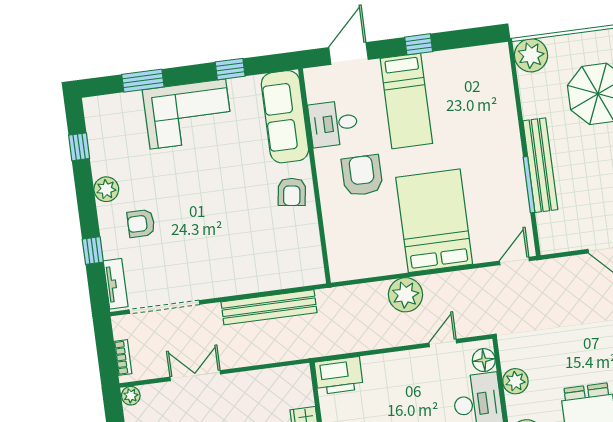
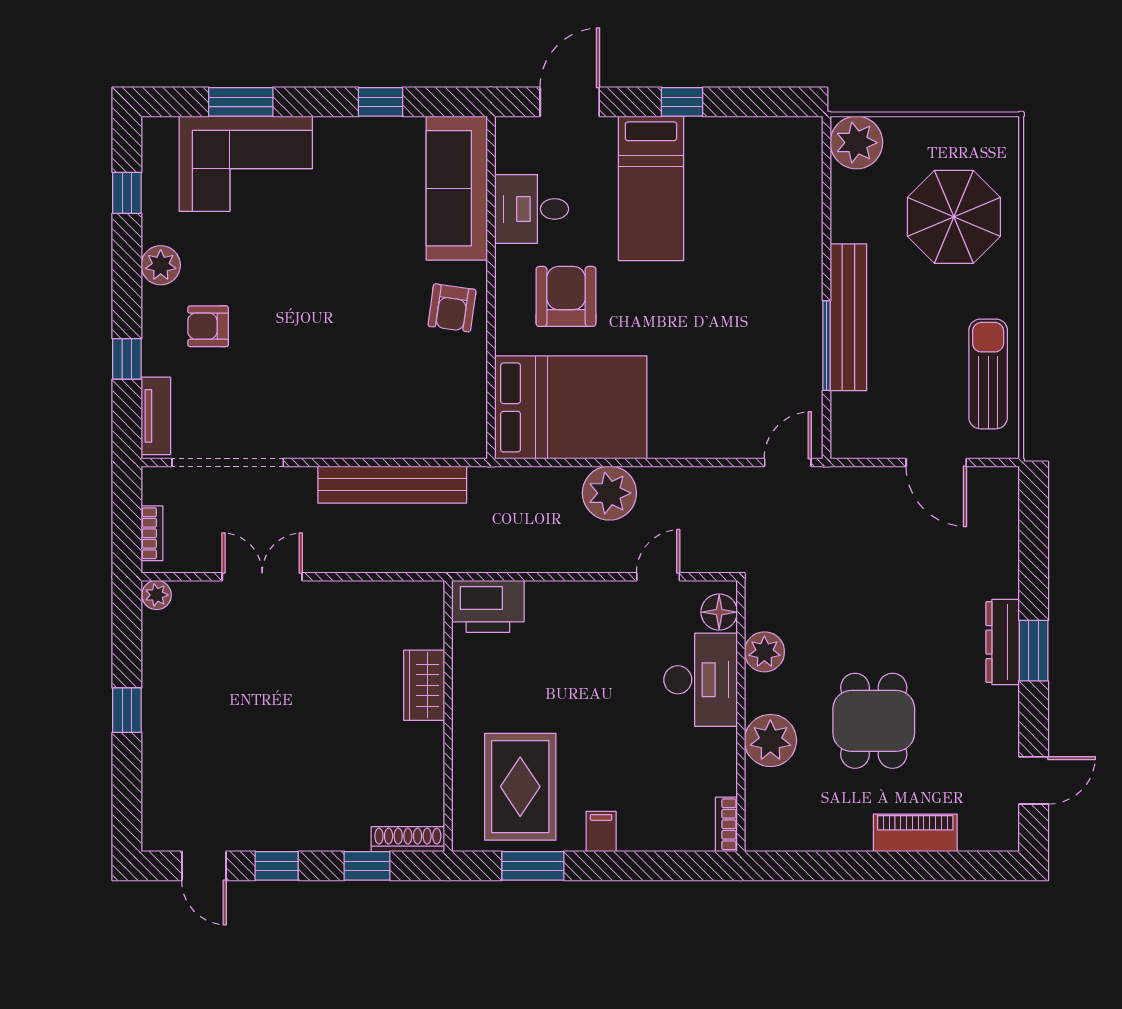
corner sofa: (188, 114) -> (246, 164), moved
bed: (434, 221) -> (571, 407), moved, turned 90

